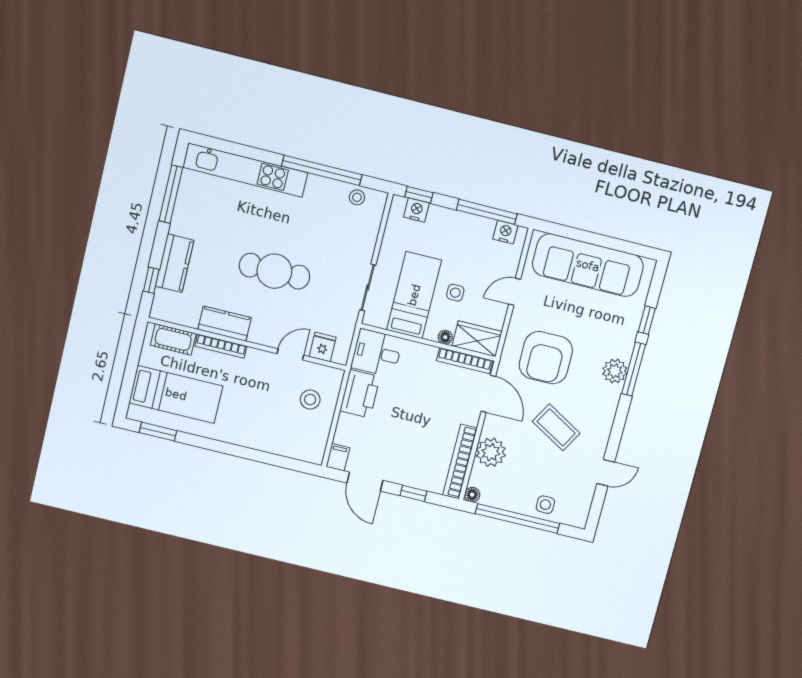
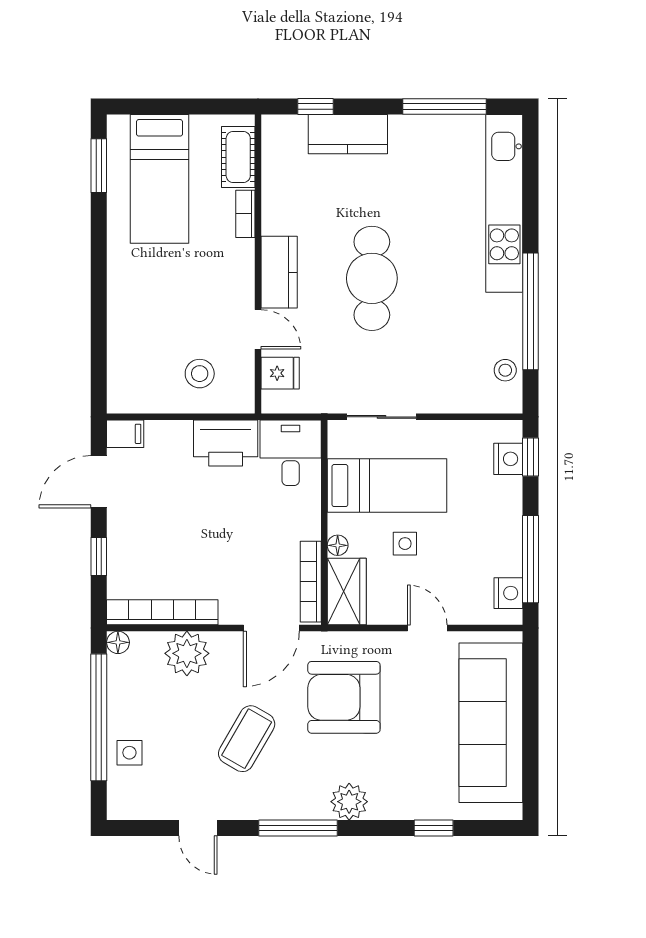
kitchen counter: (225, 324) -> (279, 272), moved
bookcase: (221, 346) -> (245, 214), width x0.64
window: (634, 369) -> (298, 828), moved

